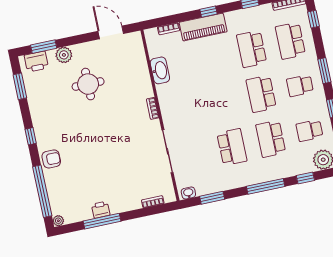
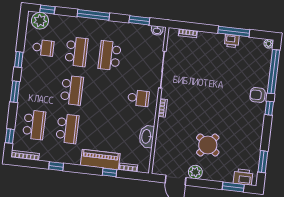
window: (209, 12) -> (109, 172), moved
plant: (64, 55) -> (195, 172), moved
round table: (88, 84) -> (208, 145), turned 38
school desk: (300, 86) -> (138, 98), moved
window: (31, 136) -> (269, 108), moved
window: (305, 178) -> (47, 9), moved

